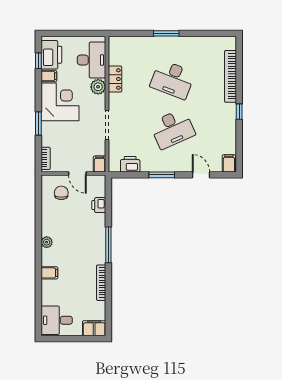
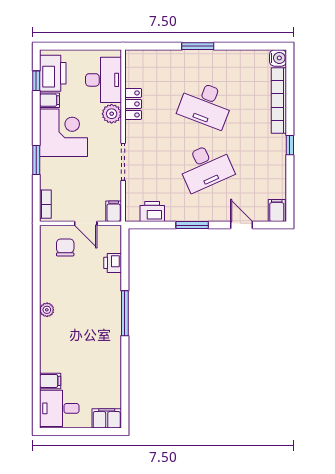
water cooler: (230, 43) -> (278, 58), added
filing cabinet: (49, 273) -> (50, 381), moved
bookcase: (101, 283) -> (116, 361), removed

